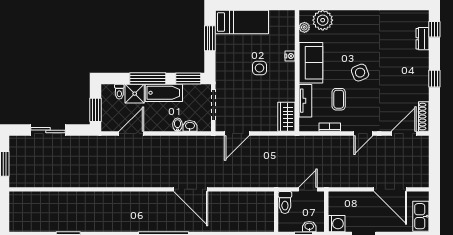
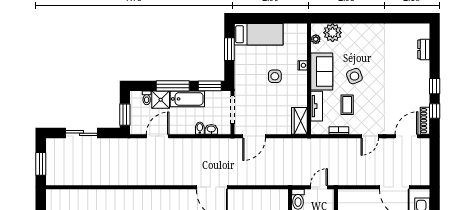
window: (434, 29) -> (435, 111), moved
side table: (360, 73) -> (354, 76), moved

